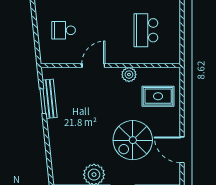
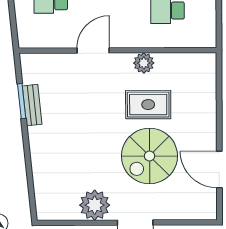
rug: (158, 96) -> (148, 105), moved
bench: (50, 99) -> (32, 105), width x0.73

